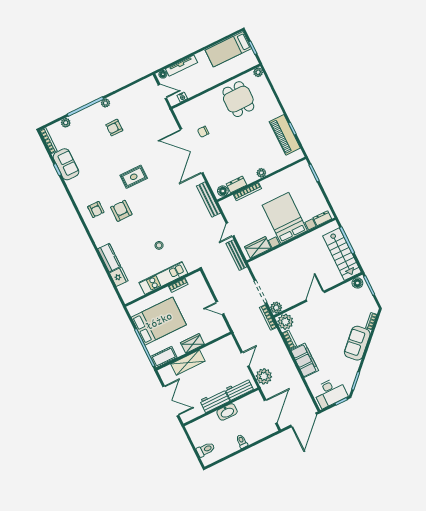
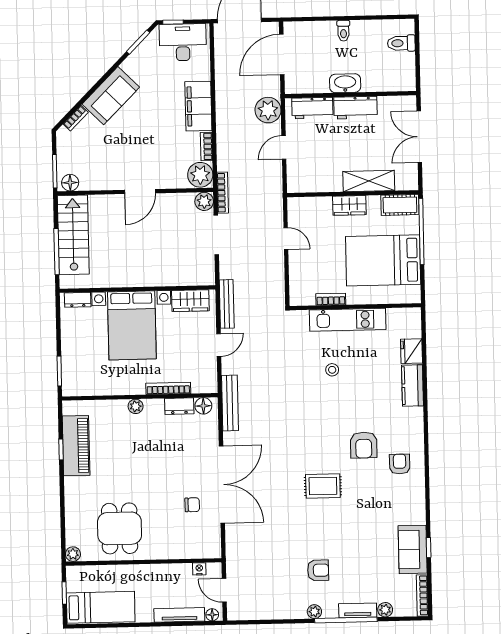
tv unit: (81, 115) -> (358, 610), added

